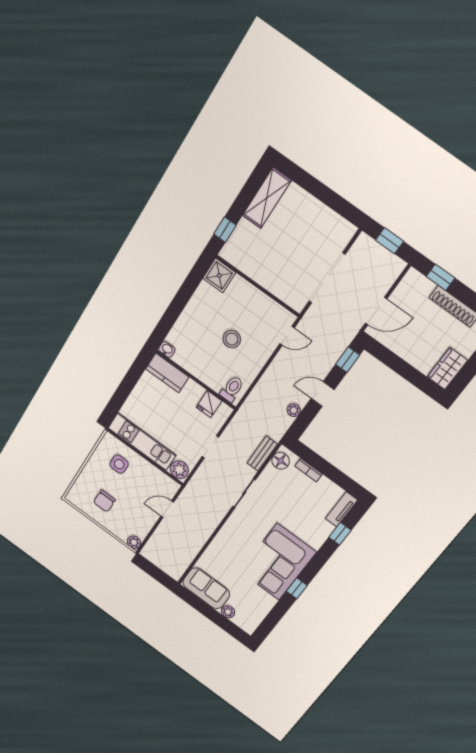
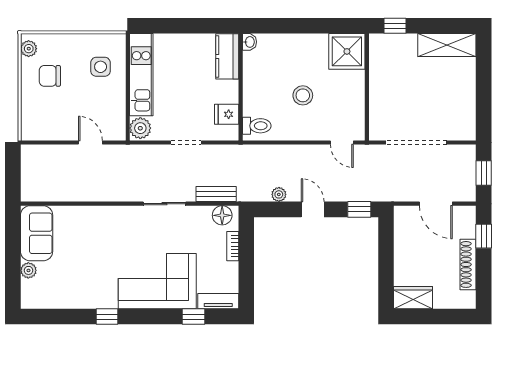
shower: (219, 275) -> (347, 51), width x1.36, depth x1.36
door: (376, 311) -> (436, 204), moved
plant: (134, 542) -> (29, 49), moved
corner sofa: (278, 562) -> (157, 281), moved

